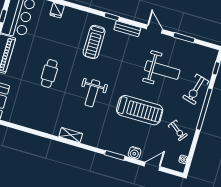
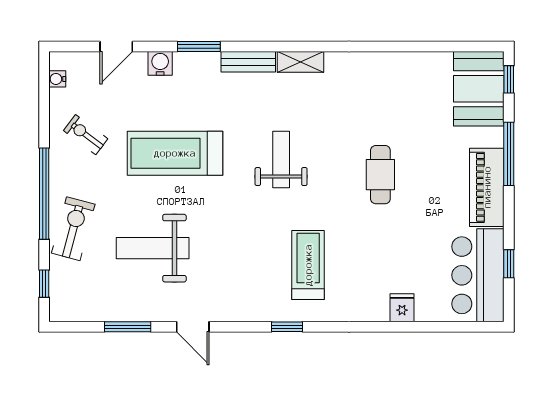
bench: (127, 29) -> (248, 62), moved

